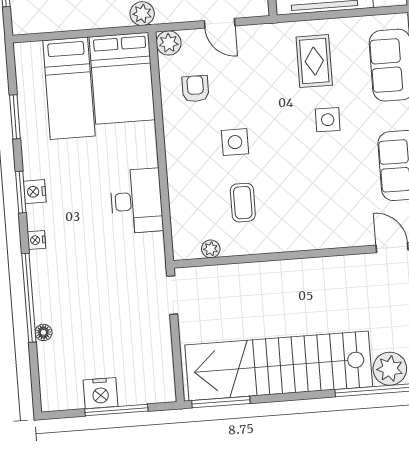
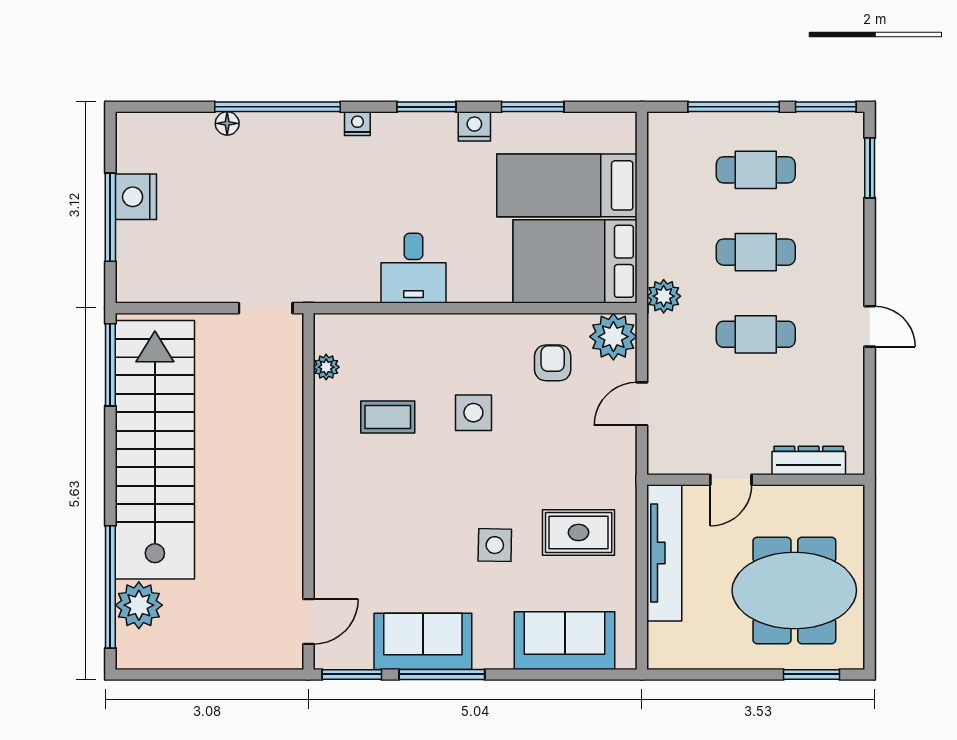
plant: (169, 43) -> (613, 337), width x1.36, depth x1.36
armchair: (195, 89) -> (553, 363), turned -90
nightstand: (35, 192) -> (474, 126), moved
desk: (137, 201) -> (414, 268), width x0.73

